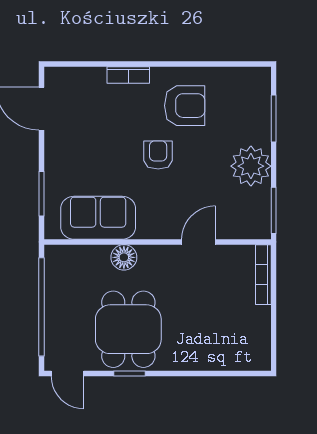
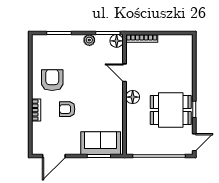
armchair: (158, 155) -> (67, 109), moved
plant: (251, 166) -> (89, 40), width x0.53, depth x0.53
sofa: (98, 218) -> (101, 143), moved, turned 90
floor lamp: (259, 227) -> (117, 41), added
floor lamp: (124, 257) -> (133, 97), moved

